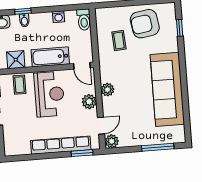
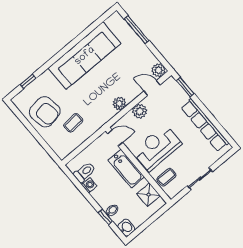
toilet: (84, 20) -> (85, 172), moved
door: (82, 66) -> (115, 138), hinge flipped
row of seats: (61, 145) -> (205, 125), moved

